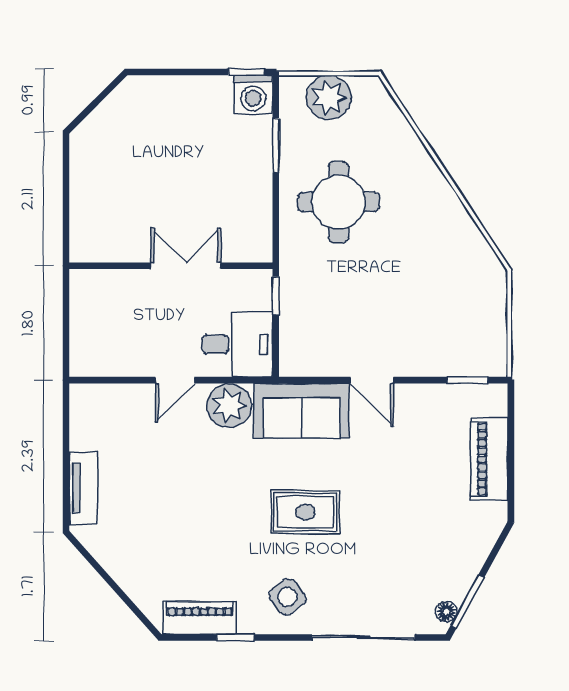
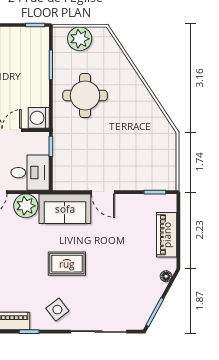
washing machine: (253, 95) -> (39, 118), moved, turned 90
floor lamp: (446, 612) -> (166, 276), moved

